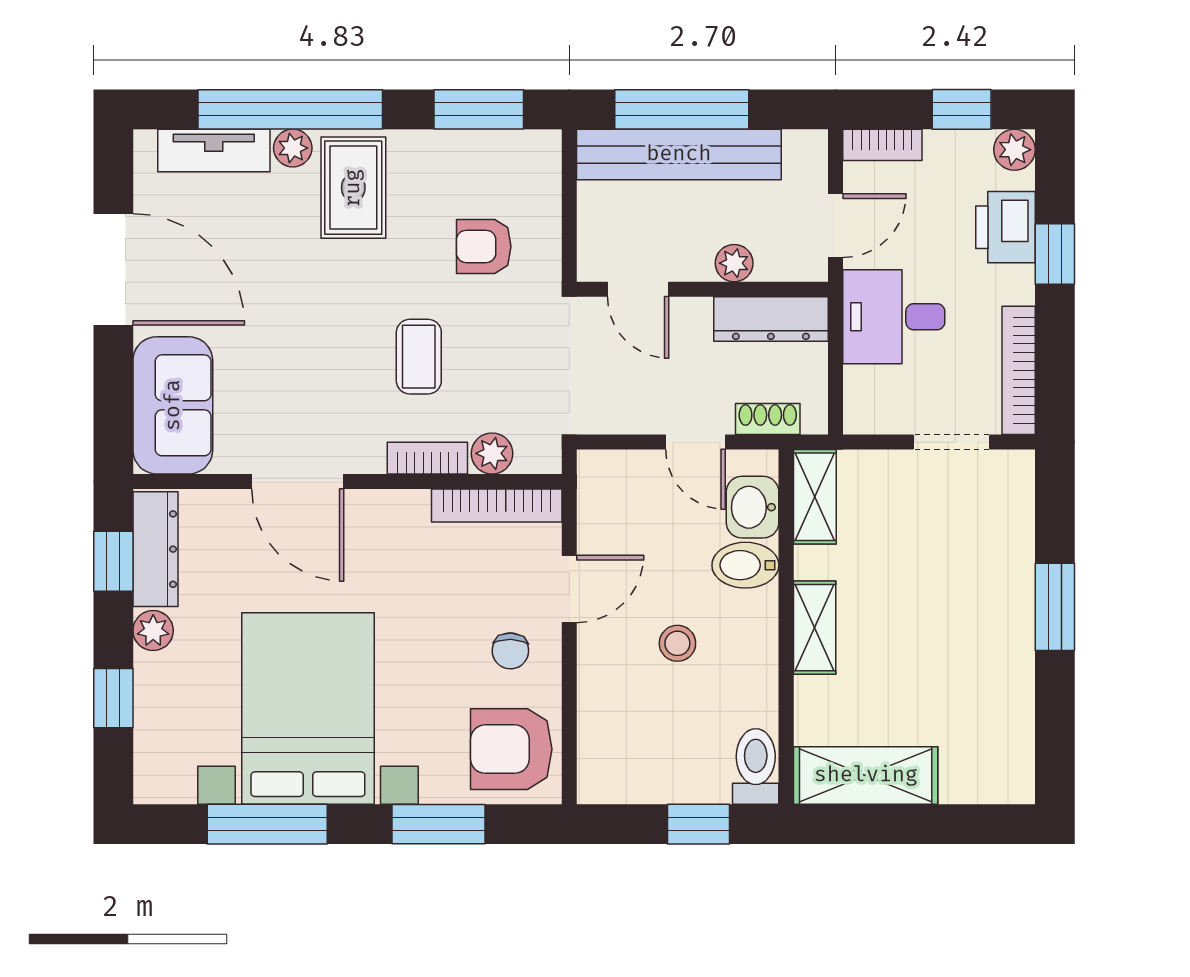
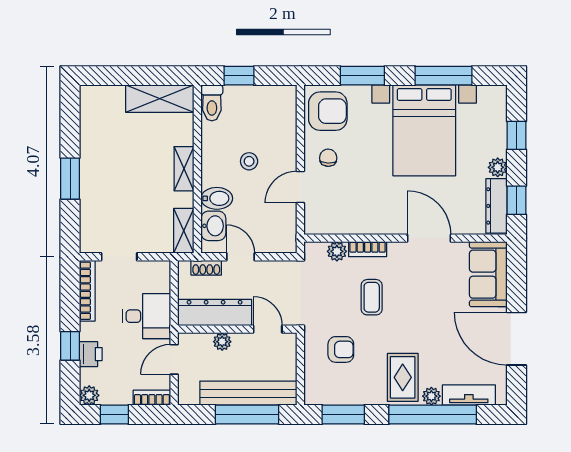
printer: (1006, 227) -> (91, 354), width x0.73, depth x0.81
dresser: (771, 319) -> (215, 313), width x1.37, depth x1.24
bookcase: (497, 506) -> (335, 227), removed

